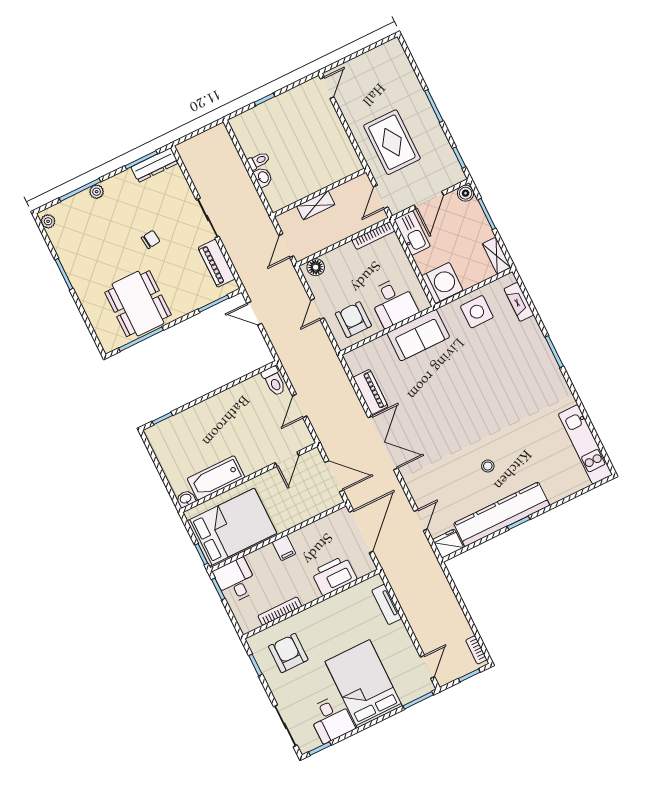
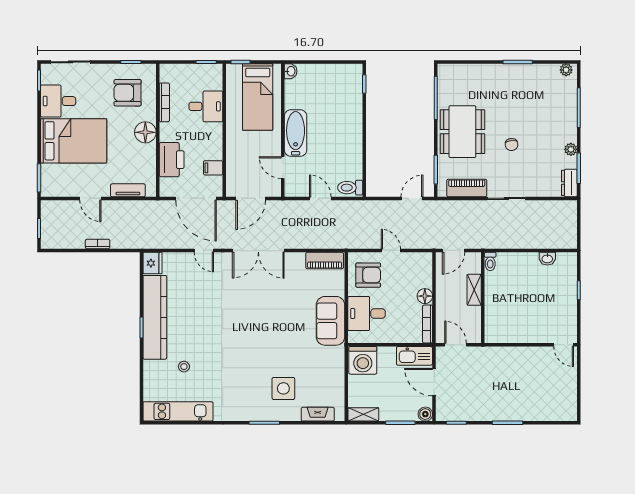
rug: (392, 142) -> (495, 375), removed
toilet: (258, 161) -> (490, 261), moved
dresser: (155, 165) -> (569, 183), width x0.70
washbasin: (263, 177) -> (547, 259), moved
plant: (97, 192) -> (571, 149), moved
door: (286, 246) -> (454, 250), swing flipped
floor lamp: (316, 267) -> (425, 296), moved
dining table: (138, 304) -> (462, 132), moved, turned 90
side table: (477, 312) -> (283, 388), moved
piano: (371, 392) -> (325, 260), moved
stool: (488, 466) -> (184, 367), moved
bathtub: (216, 478) -> (296, 133), moved
door: (421, 520) -> (204, 250), moved
bed: (232, 527) -> (258, 97), width x0.67
filing cabinet: (284, 548) -> (213, 168), moved
desk: (236, 581) -> (206, 106), moved
floor lamp: (319, 615) -> (145, 132), added
bookcase: (476, 650) -> (98, 244), moved
armchair: (288, 653) -> (128, 93), turned 180
door: (427, 667) -> (90, 198), moved

